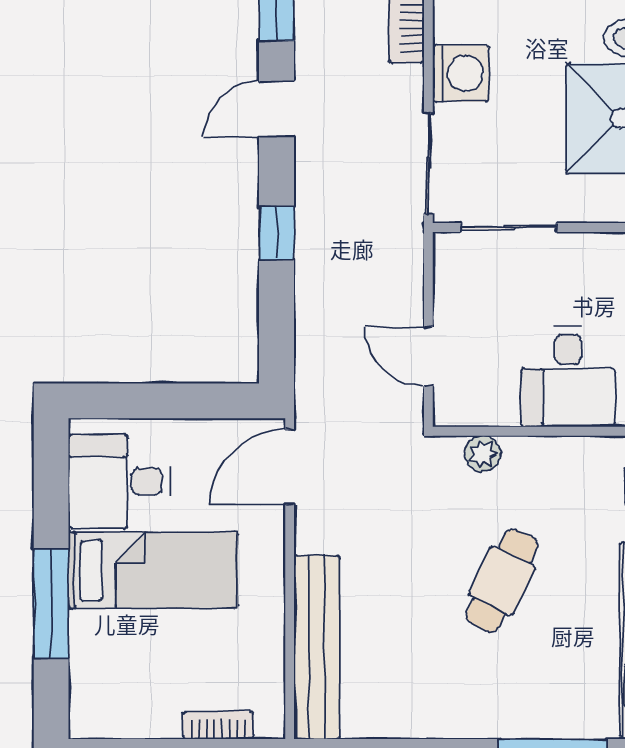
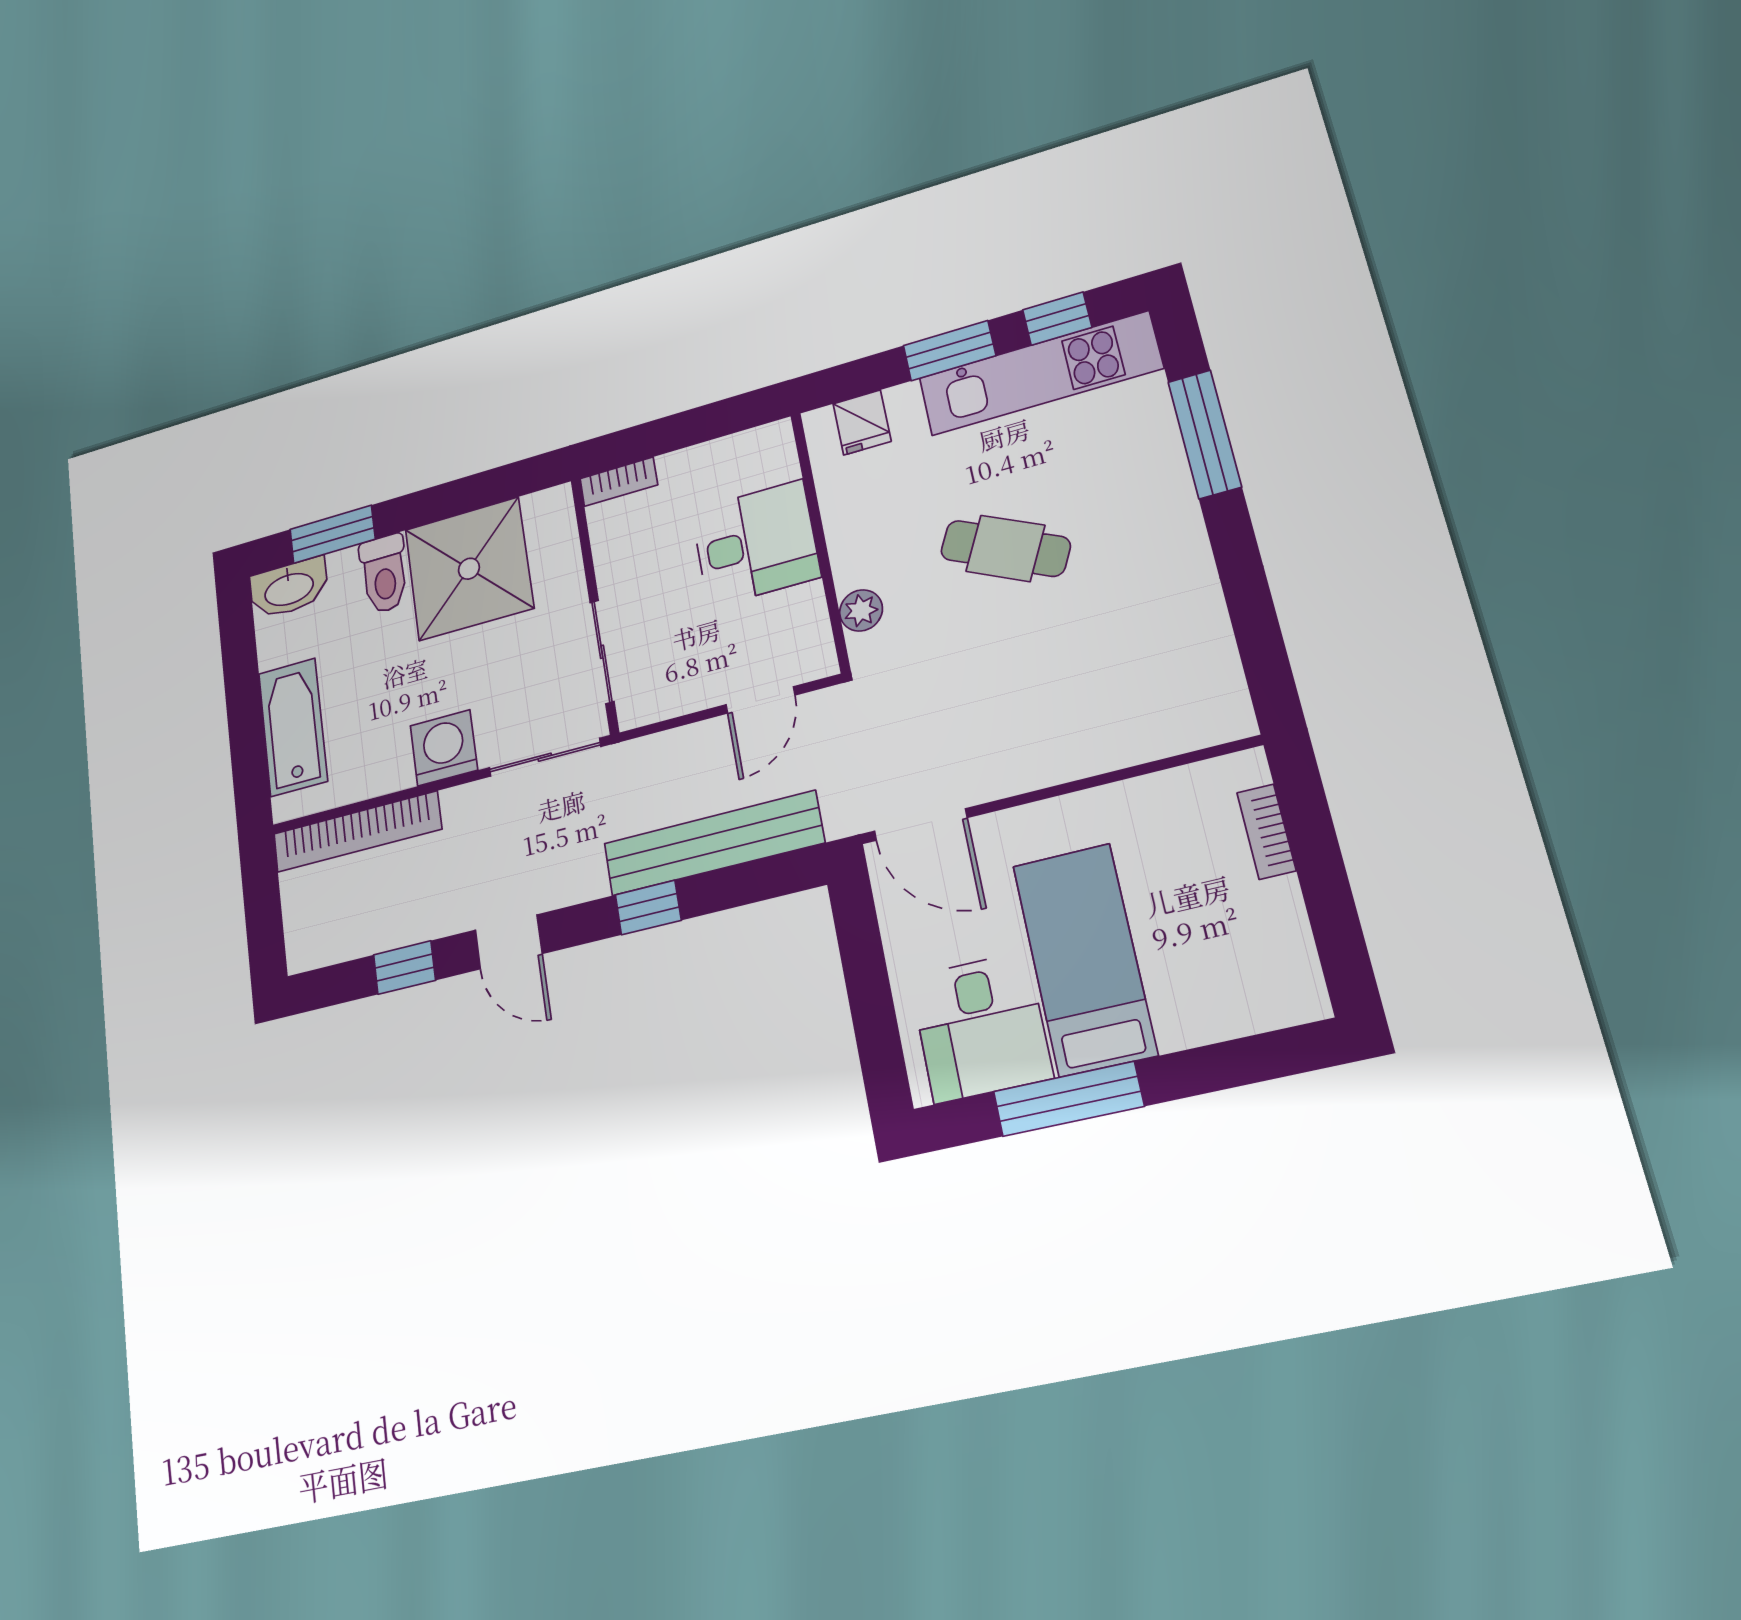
window: (51, 604) -> (1068, 1099), moved
bench: (317, 647) -> (713, 843), moved

